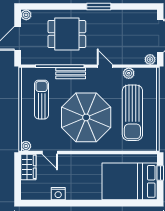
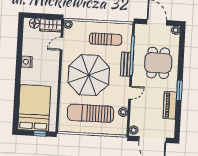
piano: (118, 17) -> (170, 105), added
floor lamp: (27, 187) -> (34, 23), added
nightstand: (58, 194) -> (27, 62), moved

